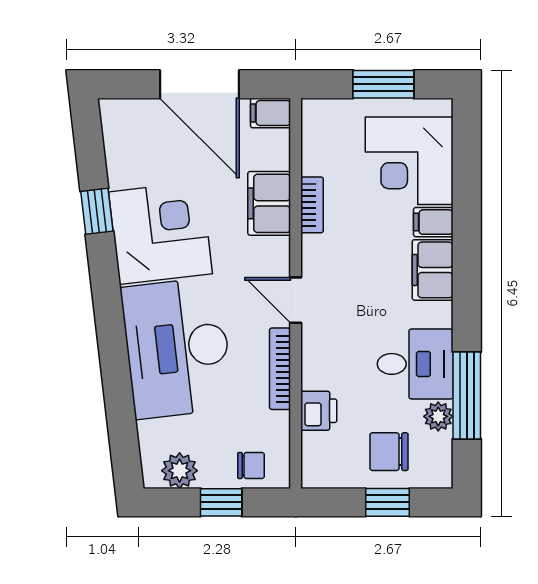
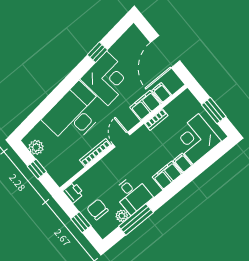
filing cabinet: (271, 113) -> (162, 93), moved
printer: (319, 411) -> (73, 192), moved, turned -90
chair: (251, 465) -> (57, 169), removed

